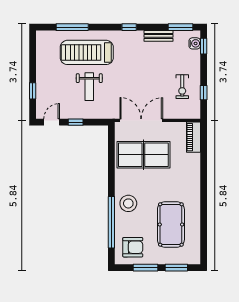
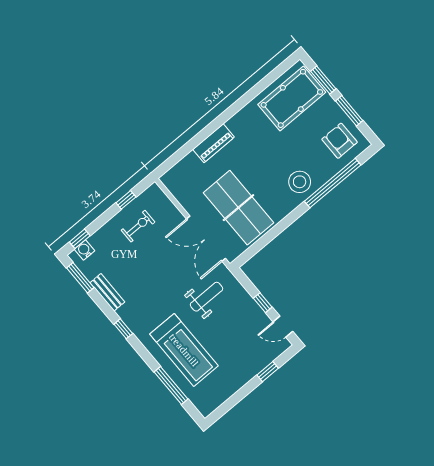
weight bench: (89, 87) -> (206, 297), moved
piano: (194, 137) -> (214, 143), moved
pool table: (171, 224) -> (292, 98), moved

